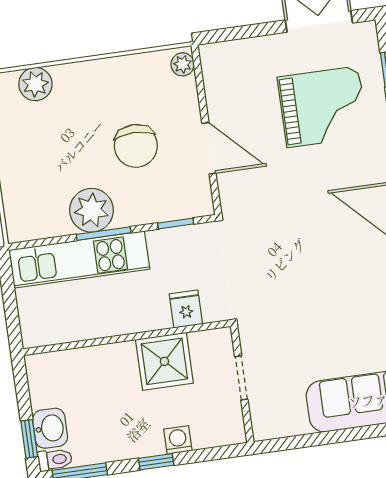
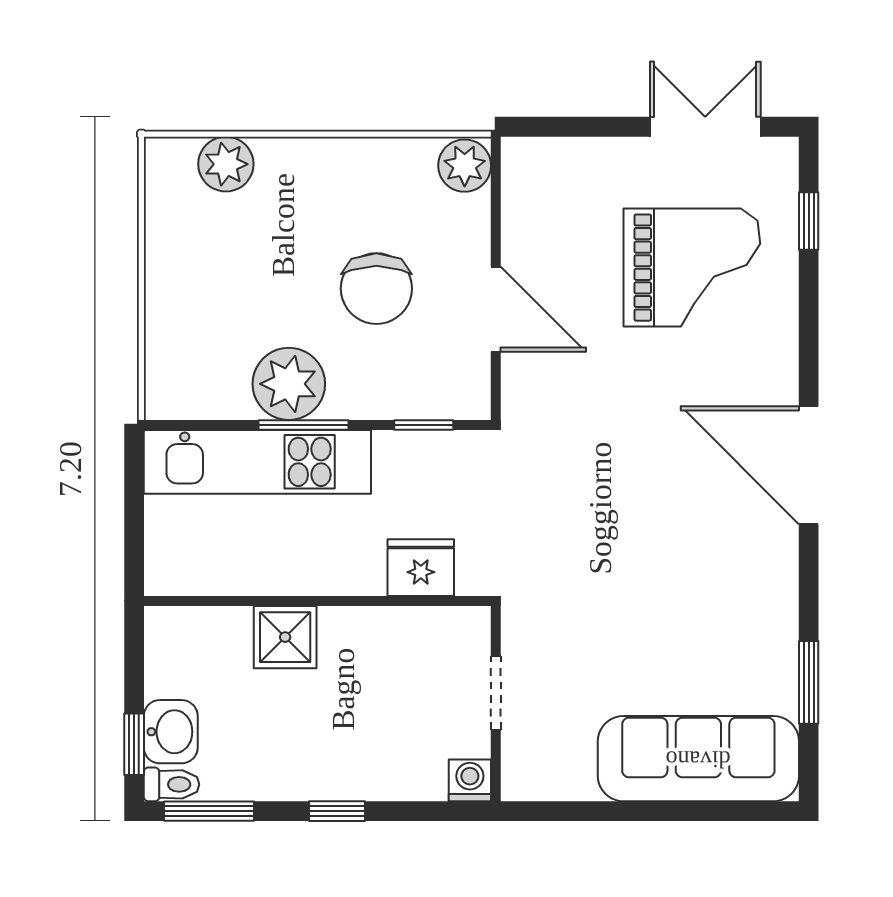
plant: (183, 64) -> (465, 166), width x1.38, depth x1.38
fridge: (186, 309) -> (421, 568), width x1.38
shower: (164, 361) -> (285, 637), moved, width x0.73, depth x0.73
washing machine: (178, 440) -> (470, 780), moved

